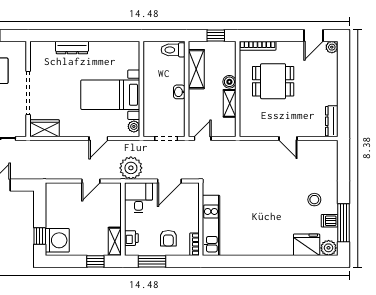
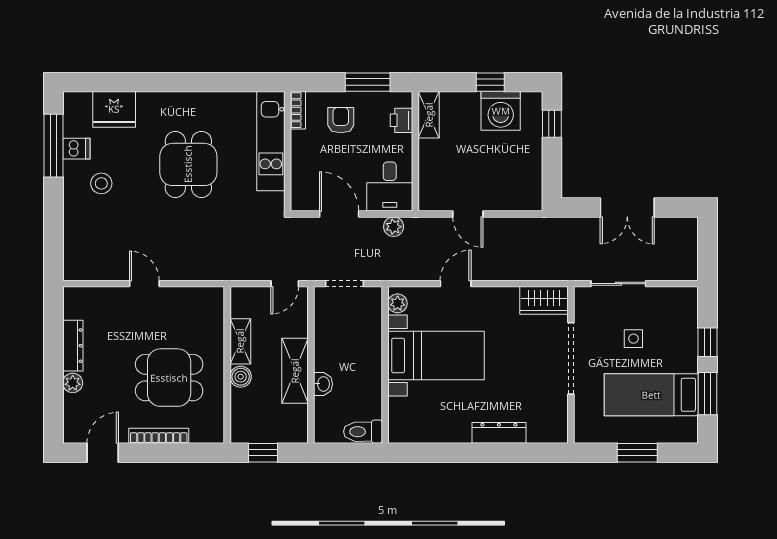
bookcase: (258, 46) -> (159, 436), moved
plant: (332, 47) -> (73, 383), moved
toilet: (173, 50) -> (363, 432), moved, turned 180
shelving: (196, 69) -> (295, 371), moved
washbasin: (179, 92) -> (323, 384), moved
dresser: (332, 121) -> (73, 346), moved
plant: (131, 168) -> (394, 227), width x0.53, depth x0.53
door: (91, 181) -> (468, 214), swing flipped
door: (169, 181) -> (339, 214), hinge flipped
dining table: (261, 211) -> (188, 164), added
washing machine: (57, 240) -> (501, 111), moved, turned -90
plant: (329, 248) -> (78, 104), removed
window: (95, 261) -> (490, 82), moved

